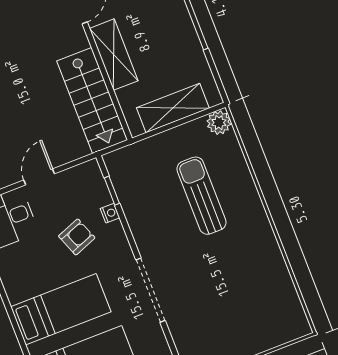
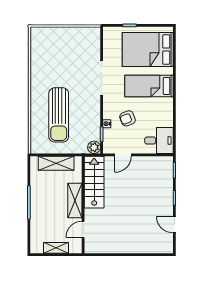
plant: (219, 123) -> (94, 147), moved
door: (39, 177) -> (123, 155), moved
sun lounger: (201, 196) -> (59, 115), width x1.36, depth x1.34

